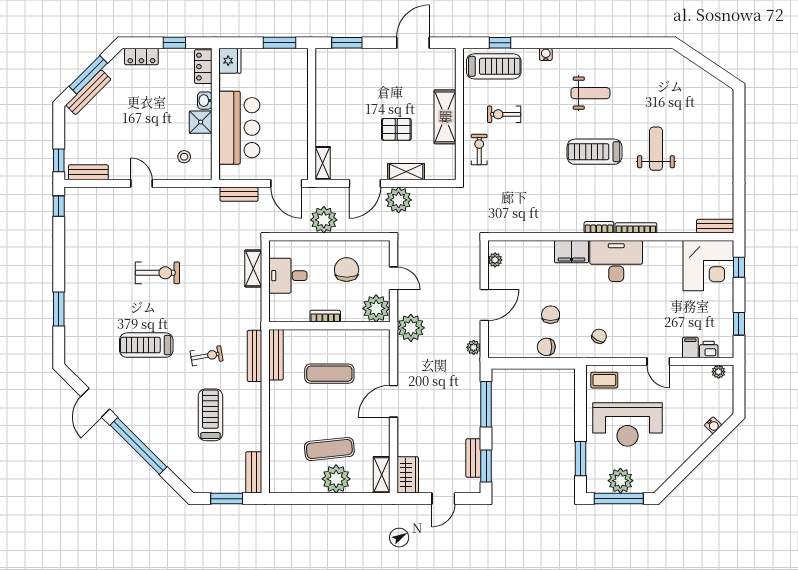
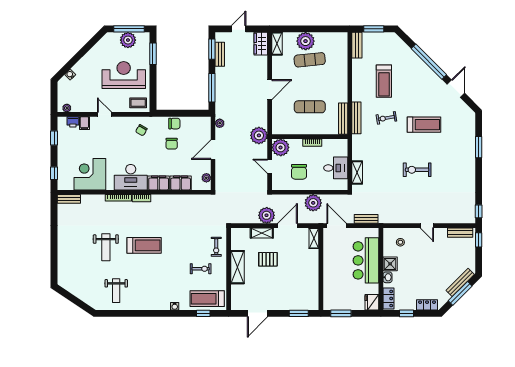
weight bench: (590, 93) -> (116, 291), moved, turned -90
filing cabinet: (536, 252) -> (181, 183), added
corner desk: (708, 266) -> (90, 174), moved

